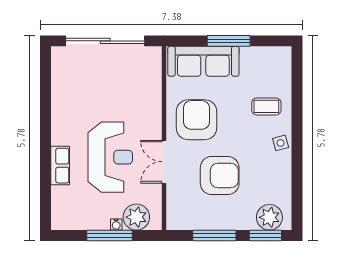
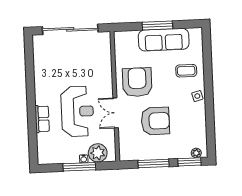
sofa: (203, 61) -> (164, 40), moved
plant: (269, 217) -> (196, 153), width x0.53, depth x0.53

